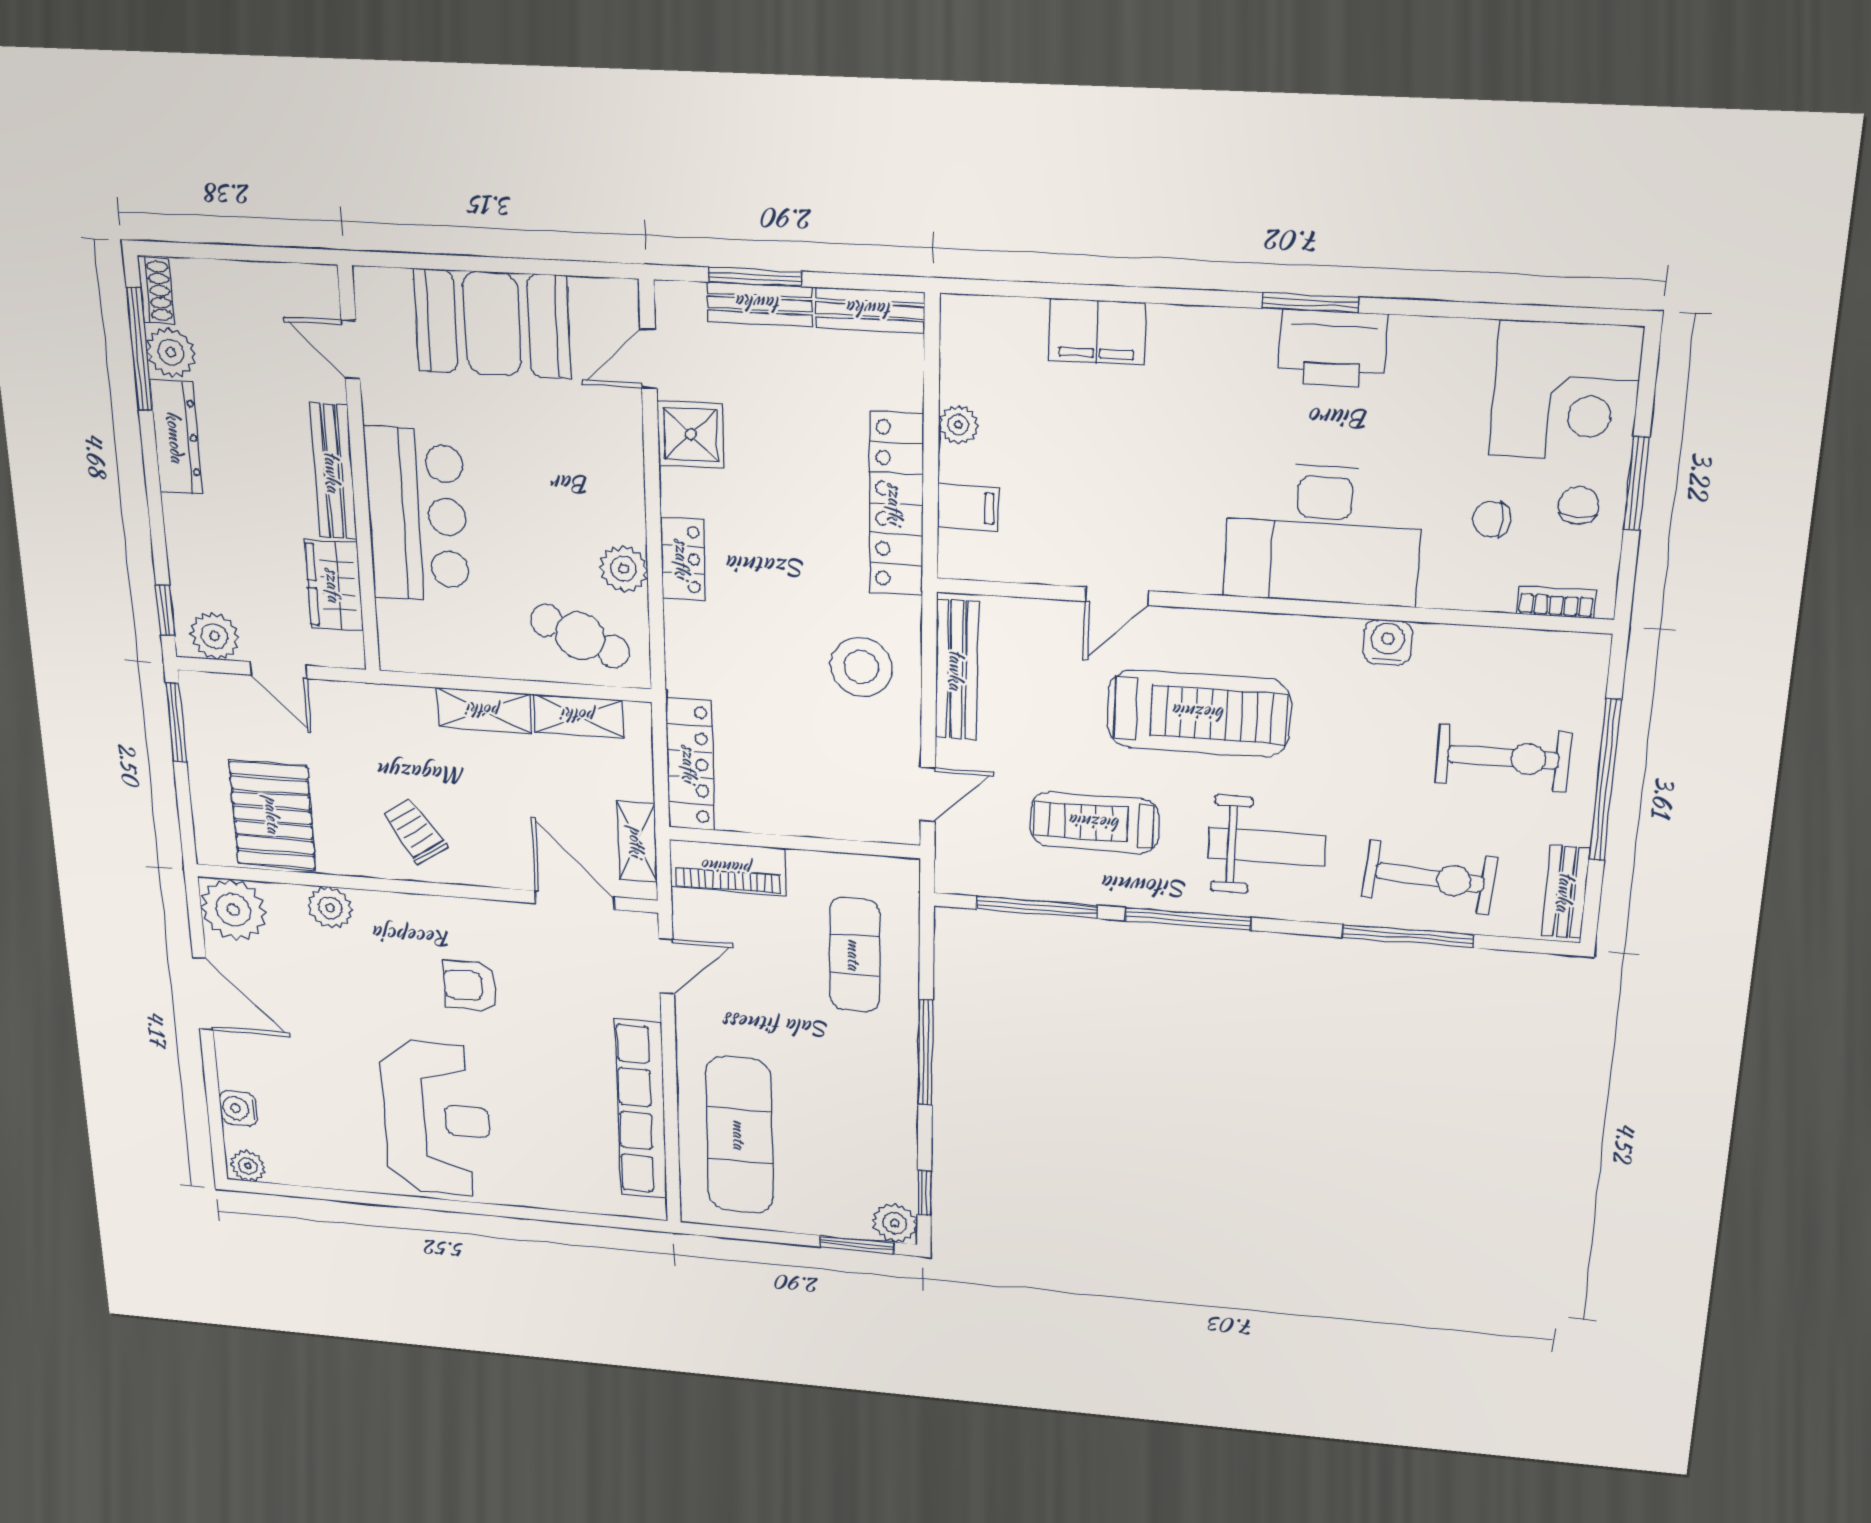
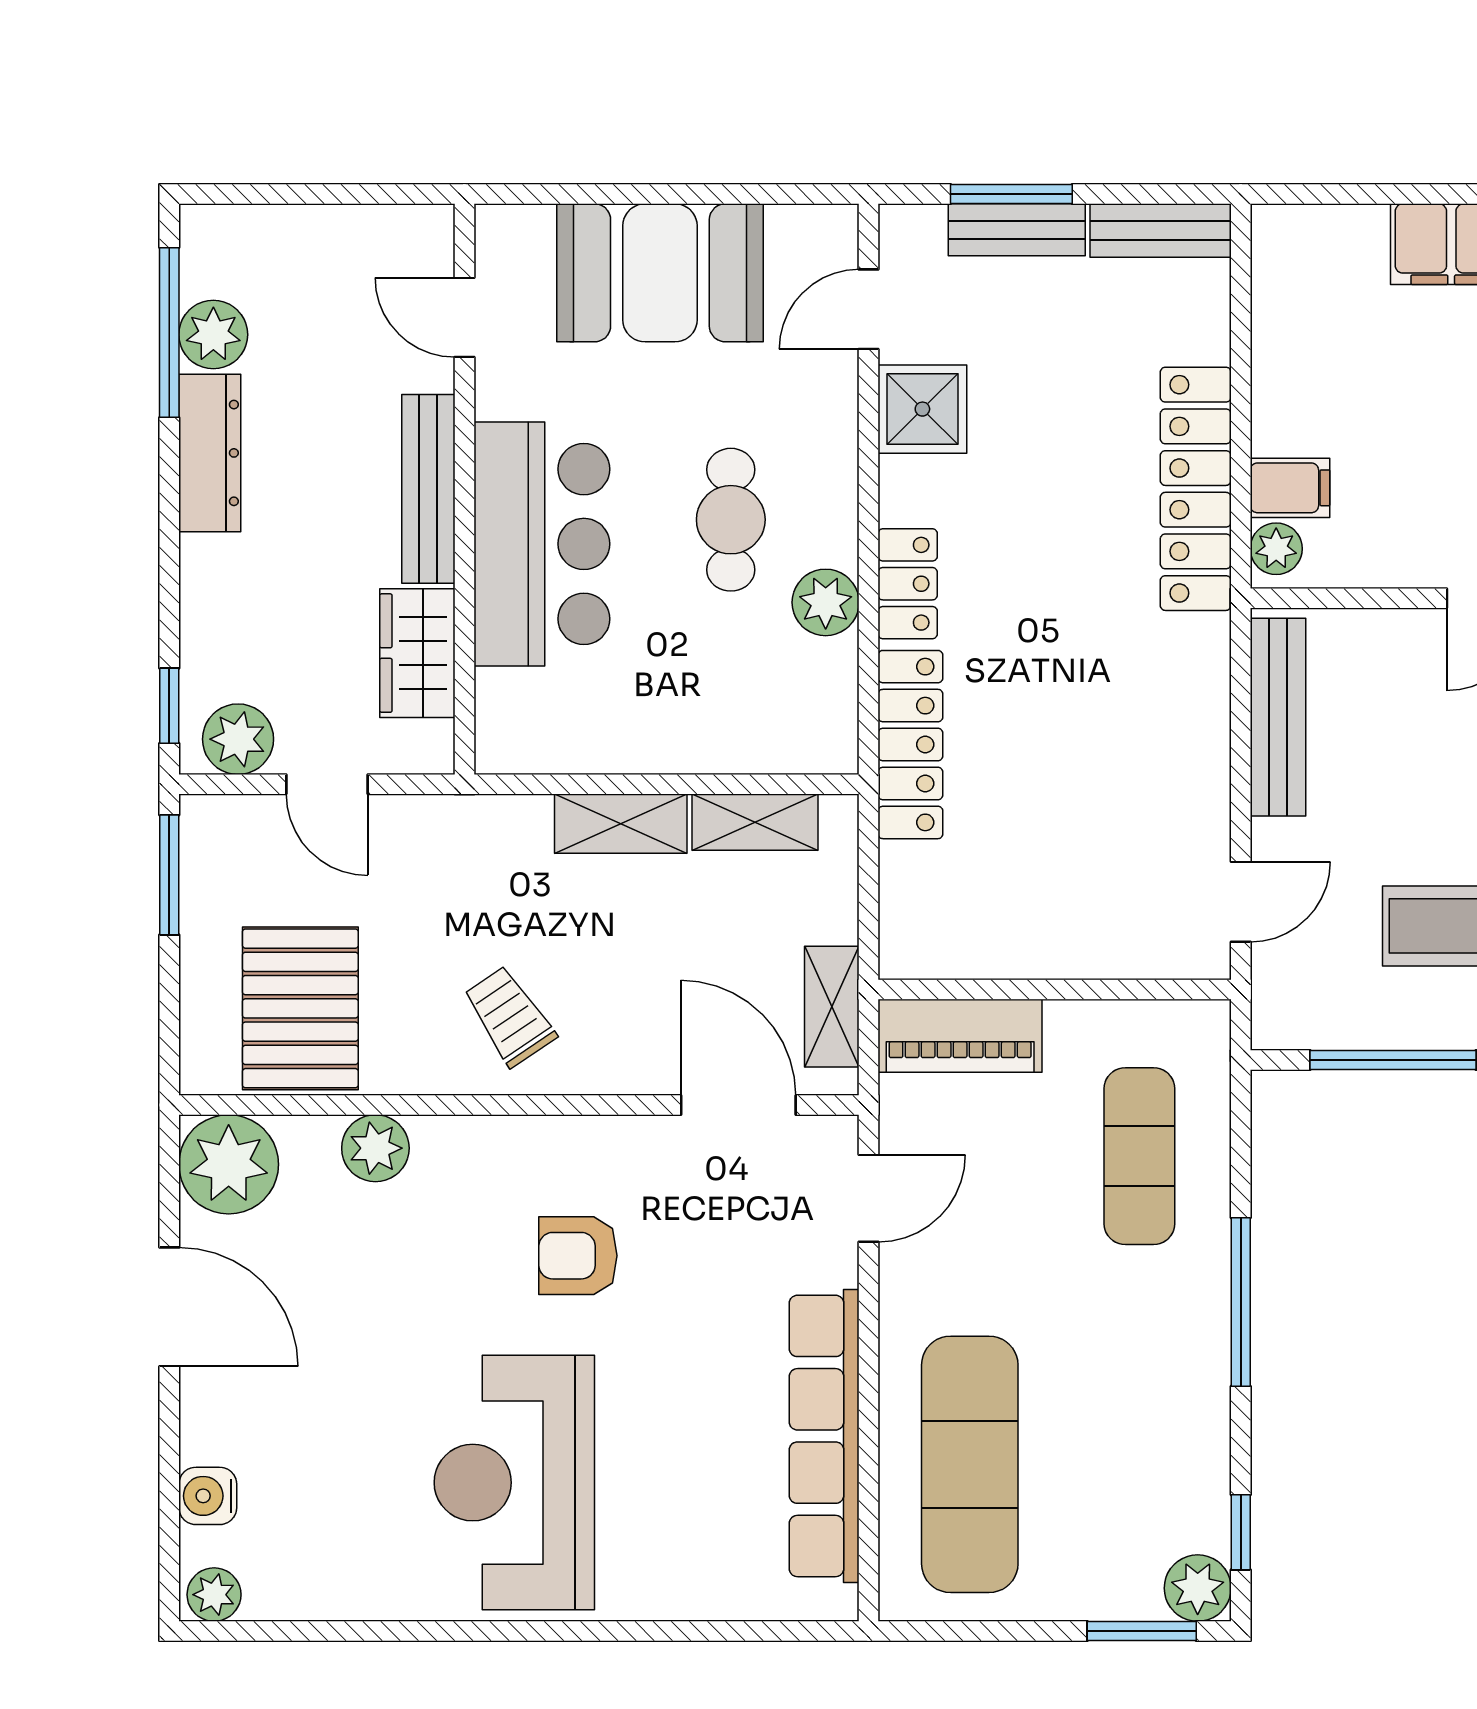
shoe rack: (156, 291) -> (201, 251), removed
plant: (958, 425) -> (1276, 549), moved
cafe table: (580, 636) -> (731, 520), moved, turned 67
stool: (861, 667) -> (1149, 722), removed
locker: (690, 764) -> (910, 745), moved
reception desk: (437, 1119) -> (514, 1483), turned 180

